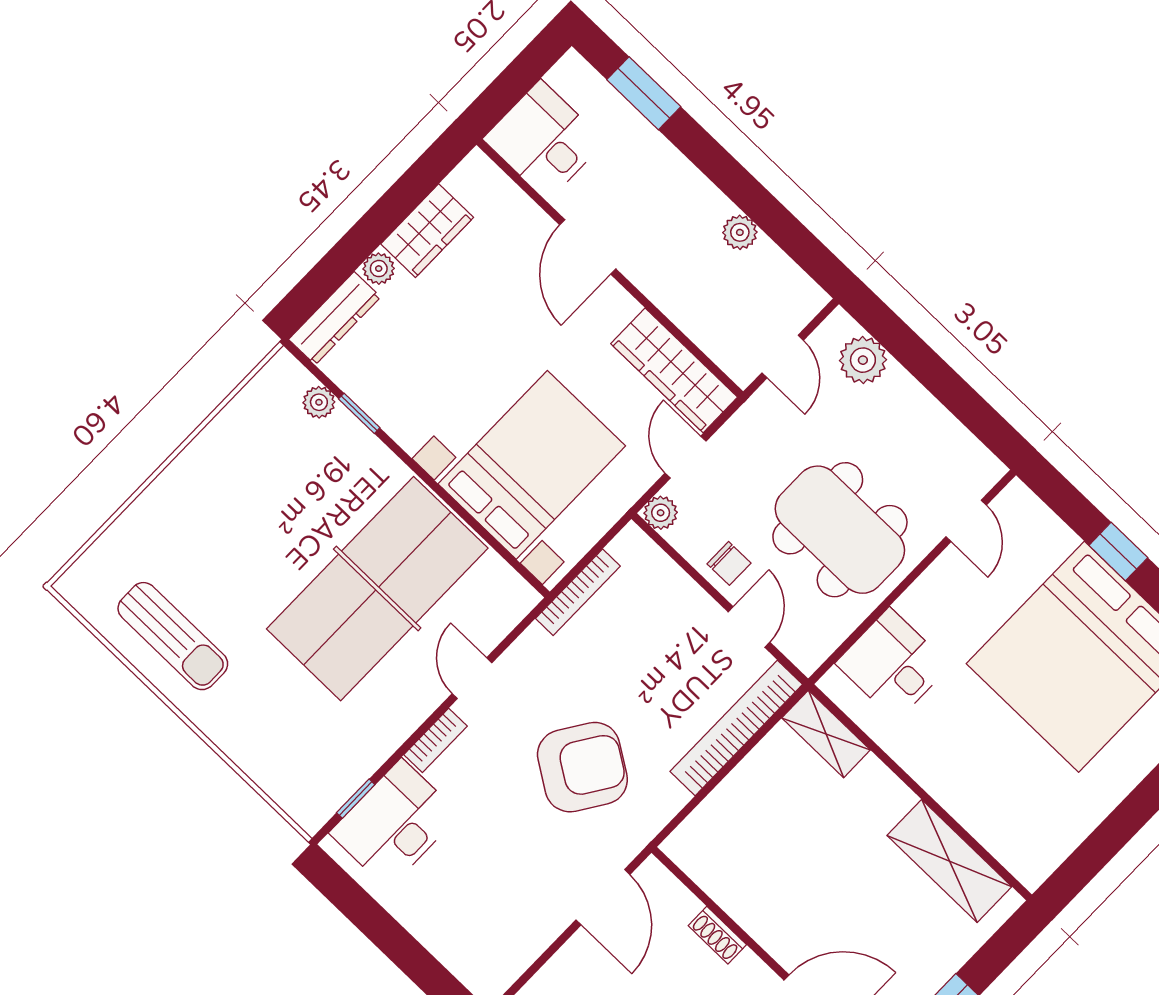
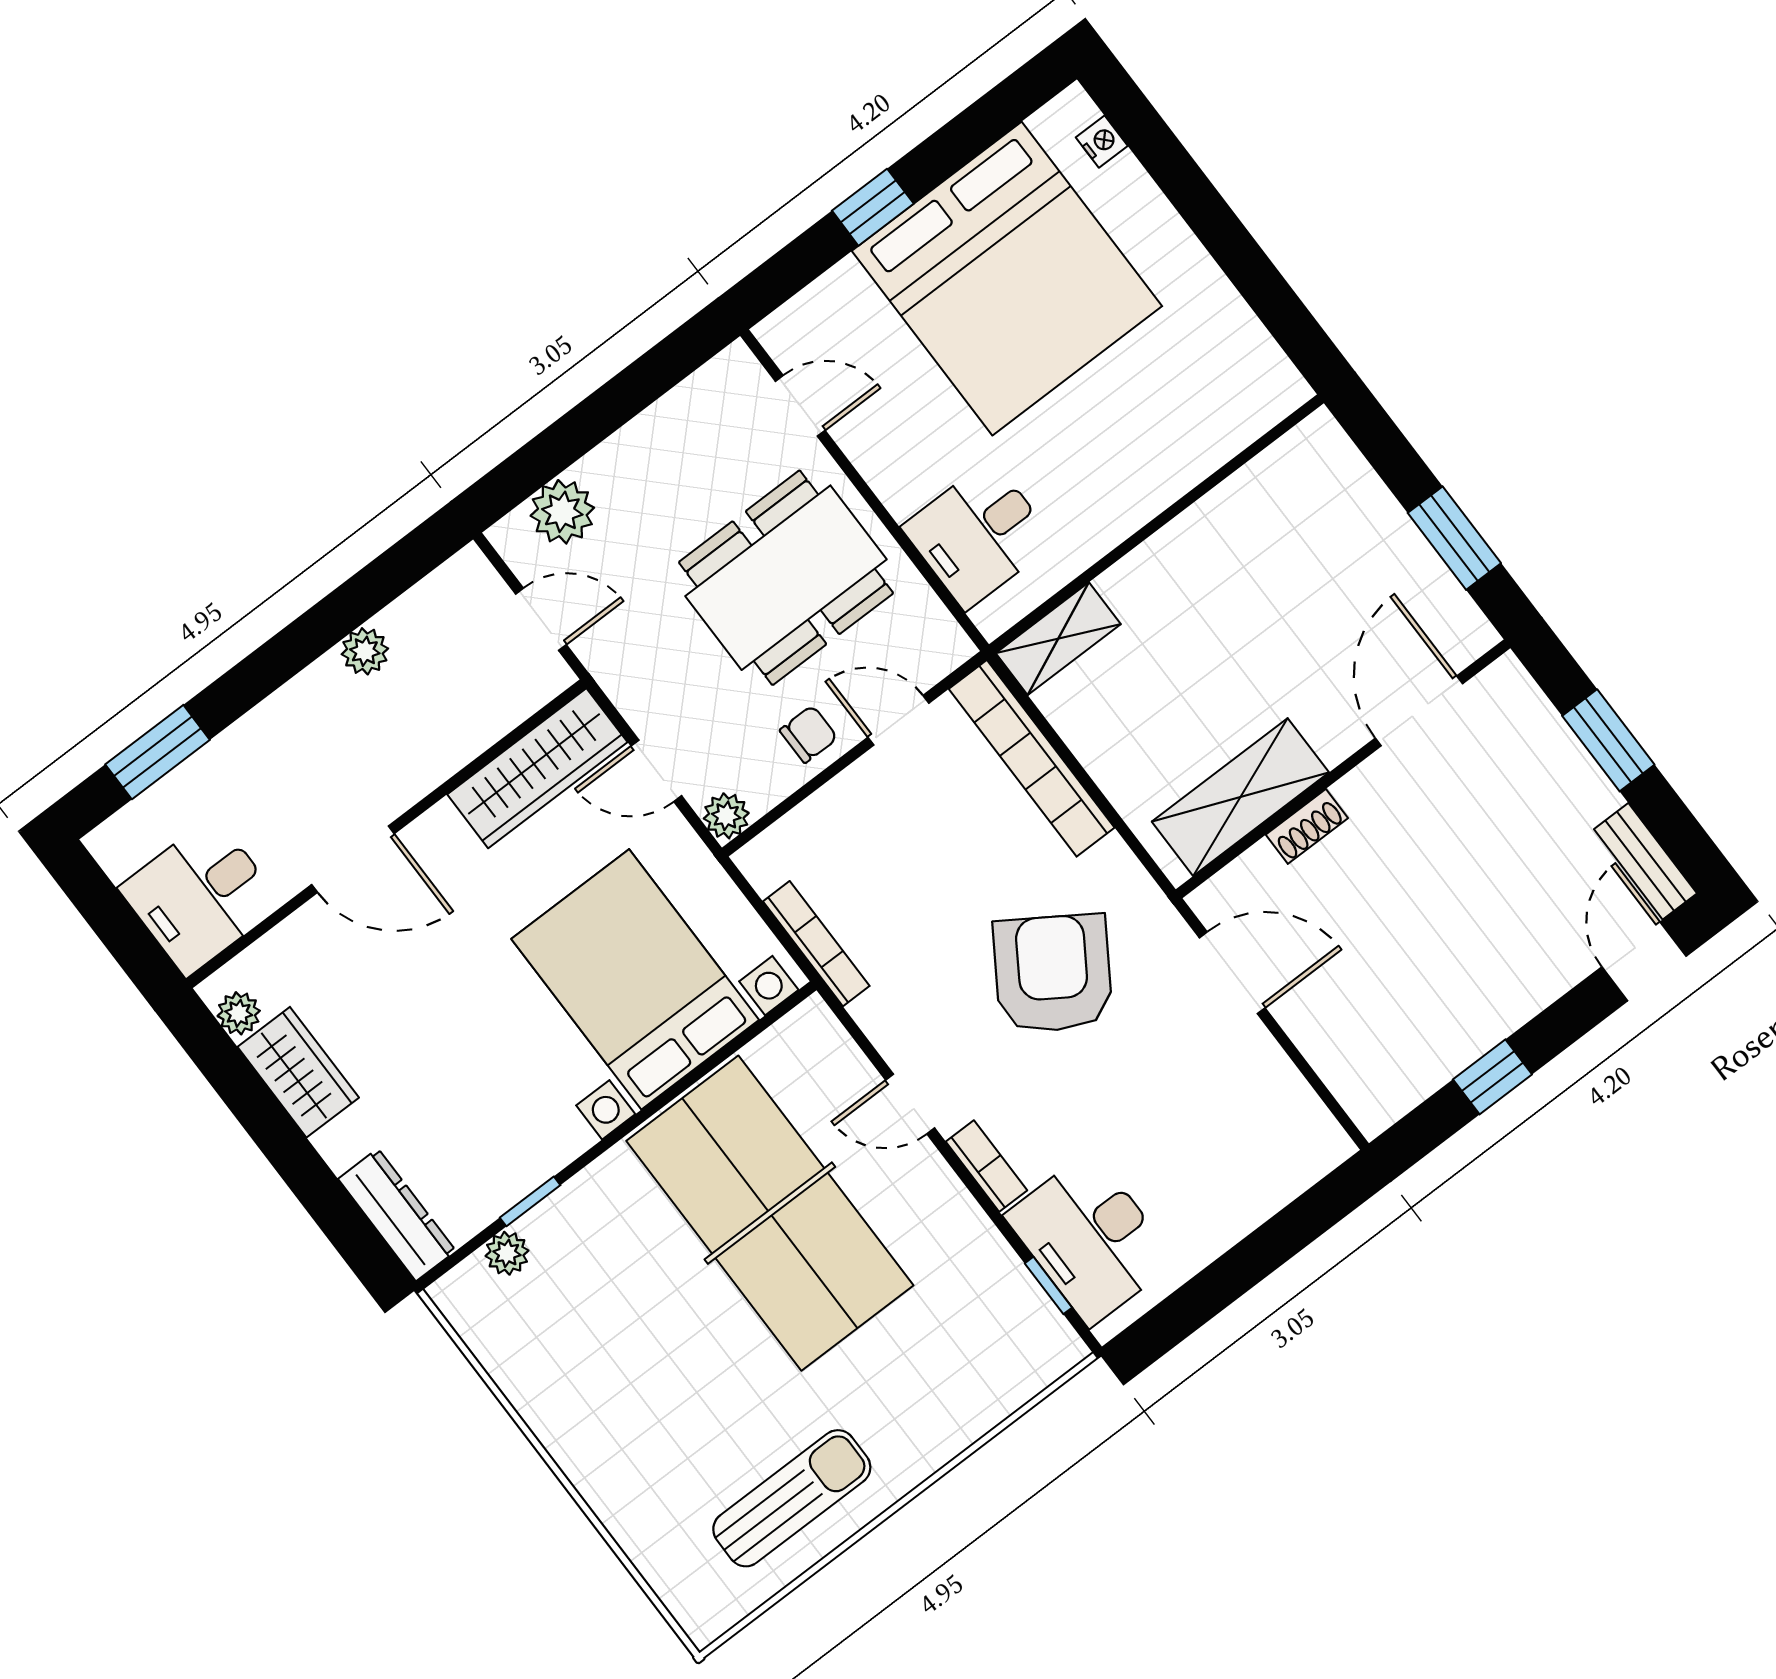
plant: (379, 269) -> (239, 1013), moved
shelving: (949, 861) -> (1240, 797), moved

